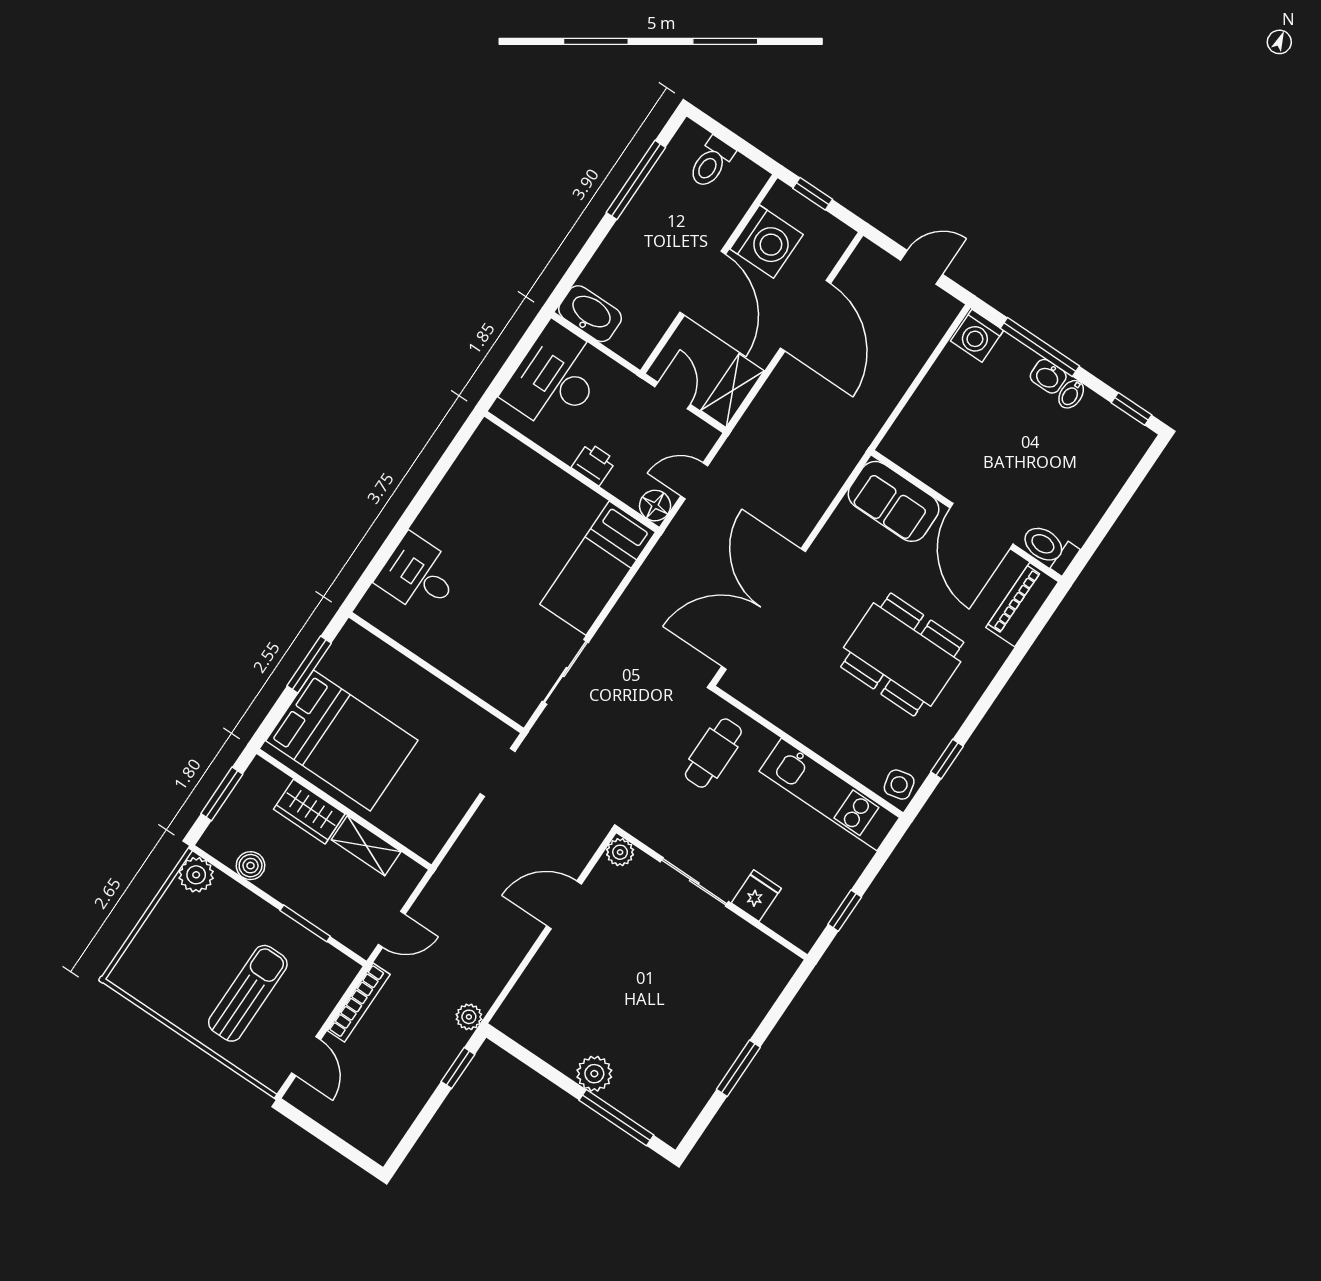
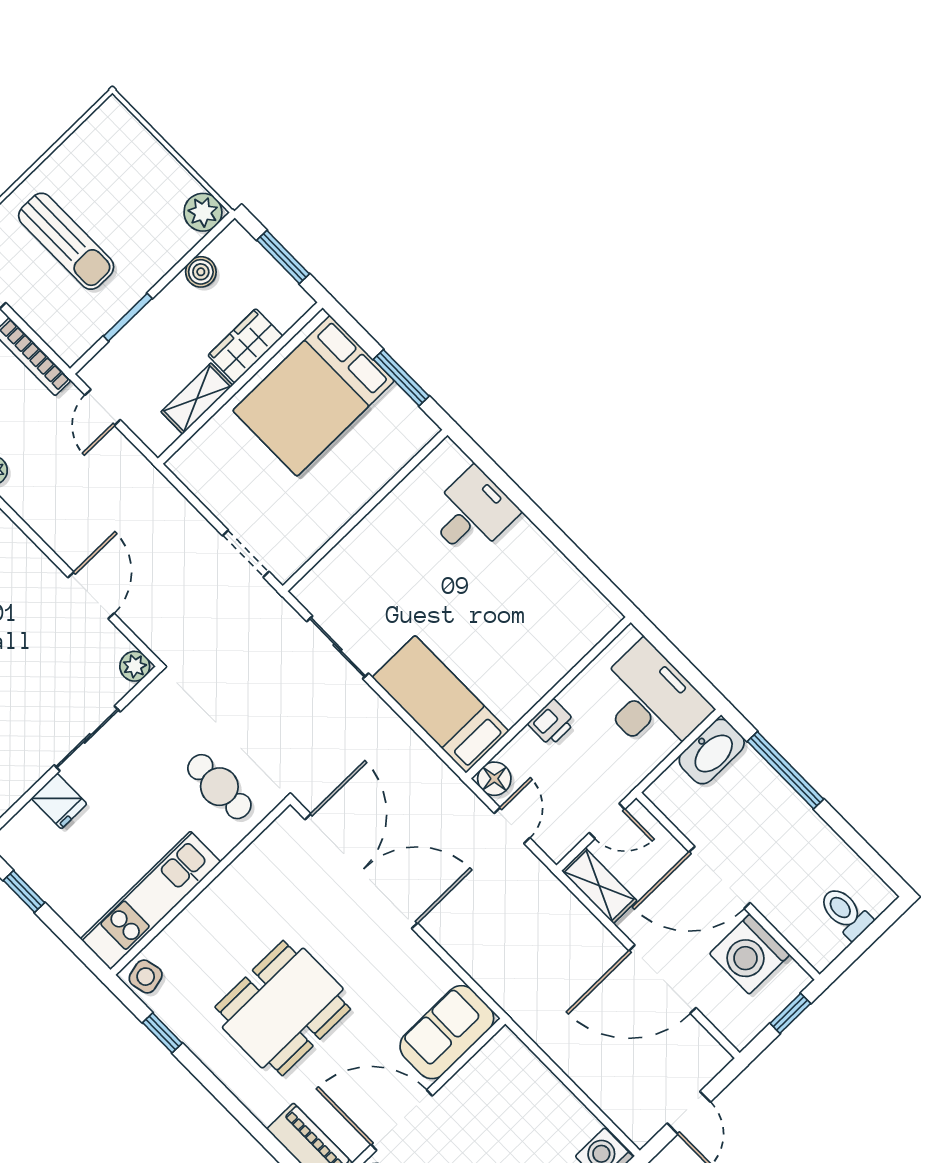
window: (636, 180) -> (786, 770), moved

